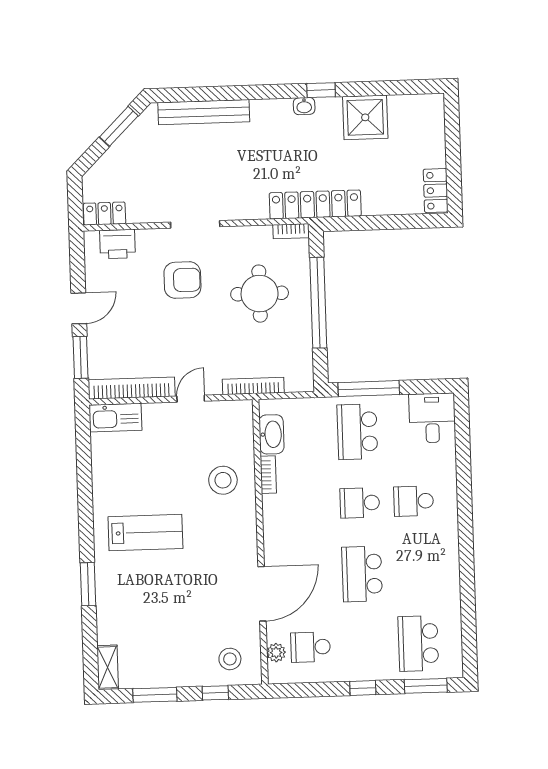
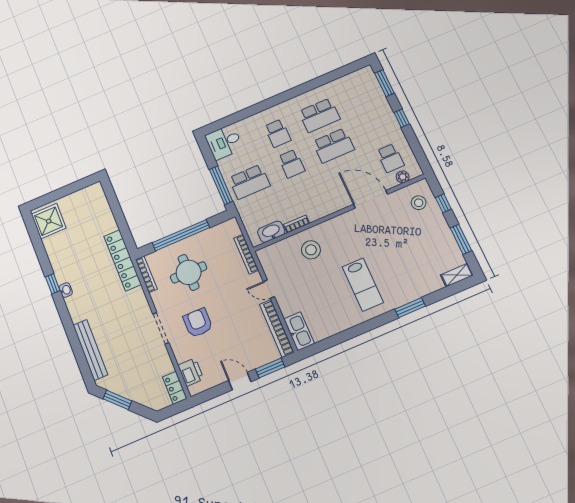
shower: (365, 117) -> (49, 221), moved
locker: (436, 191) -> (89, 193), removed
bookcase: (291, 231) -> (146, 274), width x1.56
lab bench: (145, 533) -> (363, 285), turned 180
school desk: (418, 643) -> (319, 115), moved

